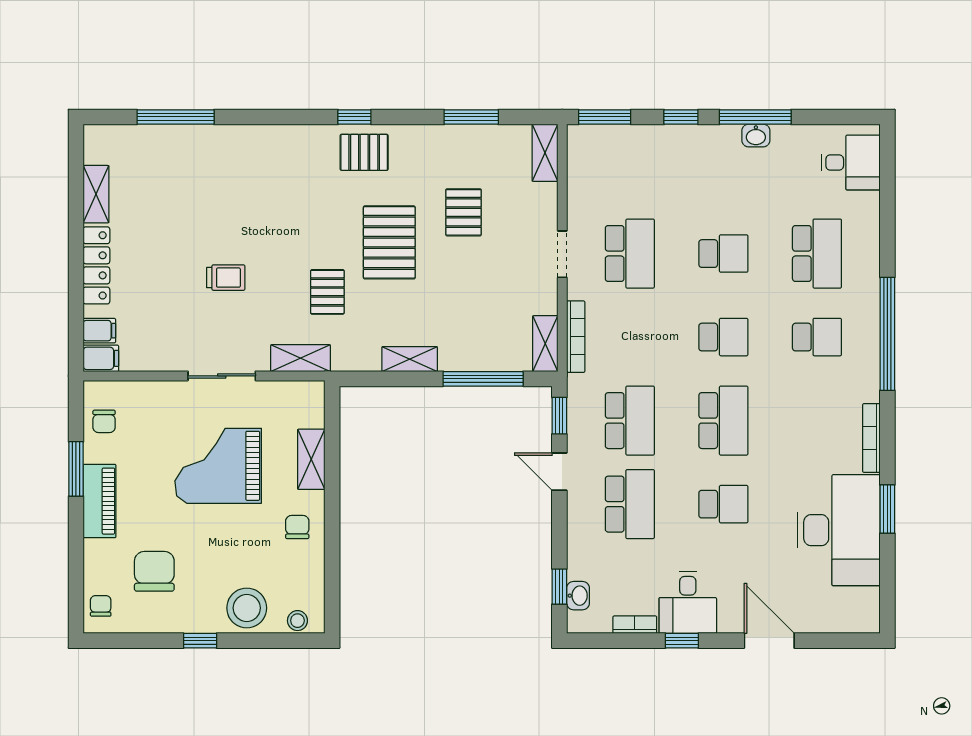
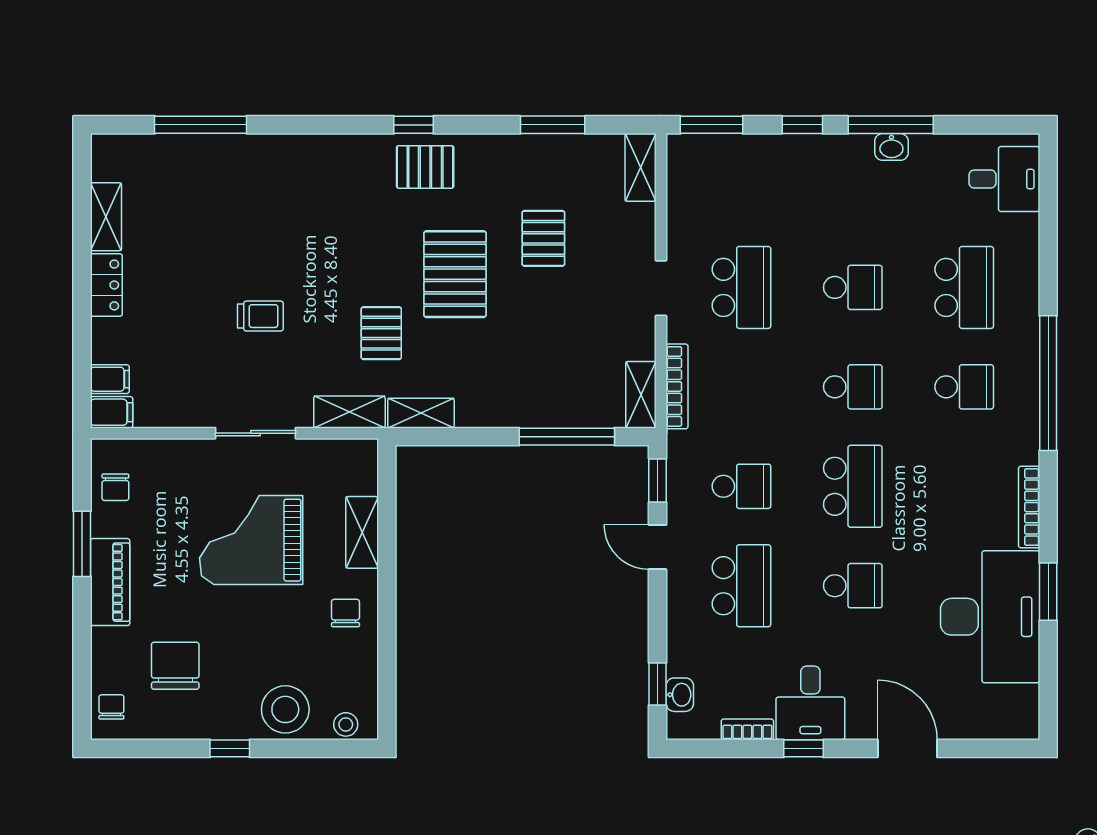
locker: (96, 265) -> (106, 285), width x0.66
shelving: (410, 359) -> (421, 413), moved
school desk: (630, 421) -> (741, 486), width x0.54

